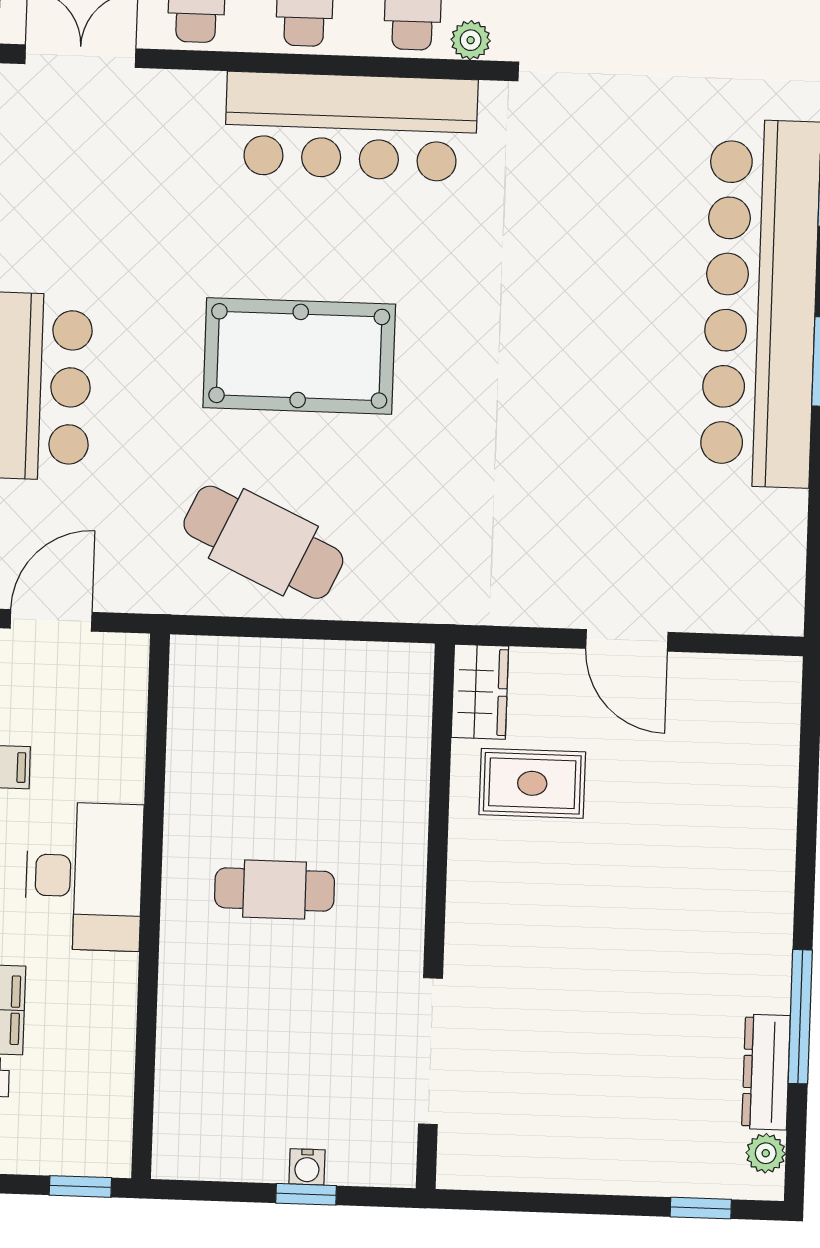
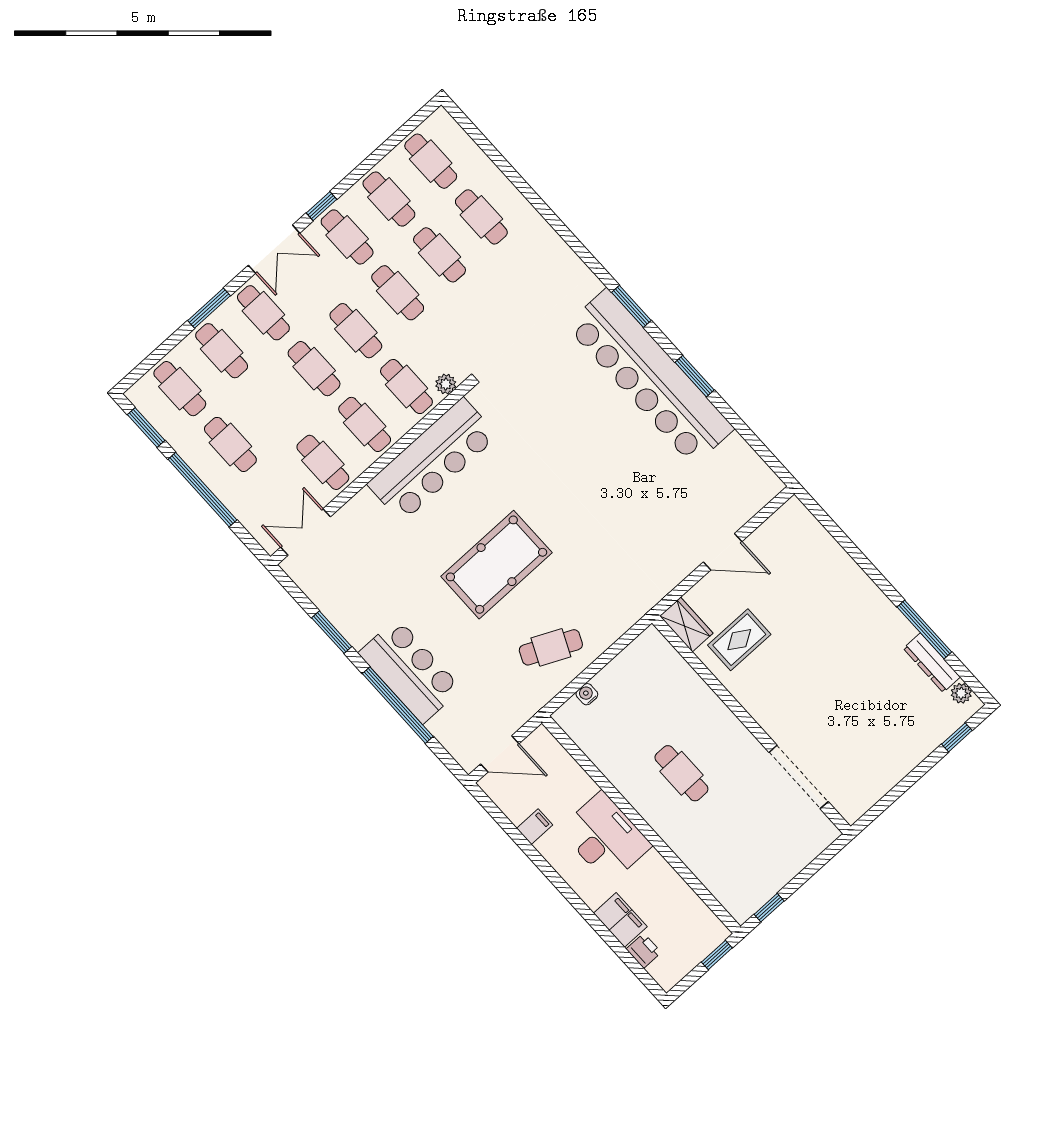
cafe table: (263, 542) -> (551, 647), width x0.73, depth x0.74
door: (51, 620) -> (500, 754), swing flipped
cafe table: (275, 890) -> (681, 773), turned 90
water cooler: (307, 1167) -> (587, 694), moved, turned 180
window: (306, 1194) -> (769, 908), moved

